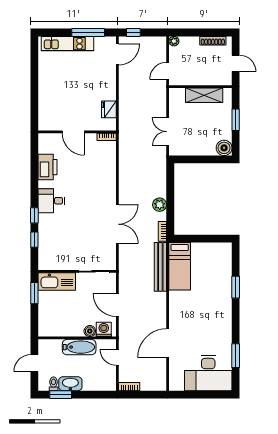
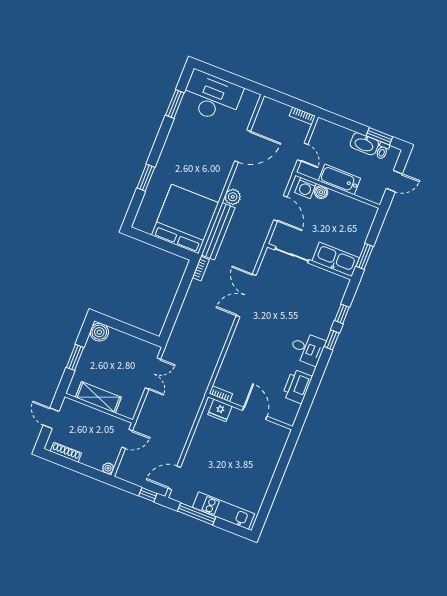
fridge: (109, 109) -> (220, 410), moved, turned 90
plant: (160, 205) -> (233, 197), moved
bed: (180, 266) -> (185, 219), width x2.04

